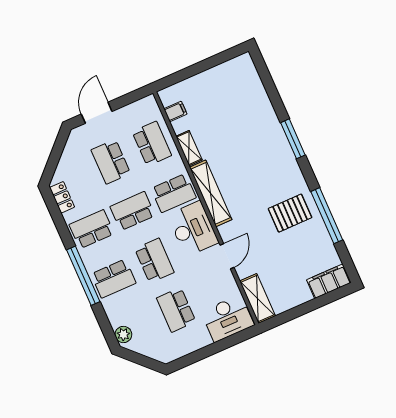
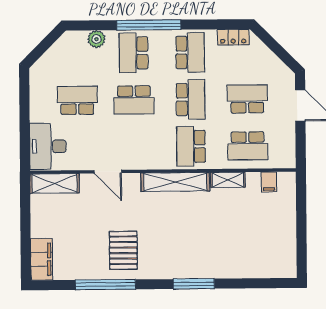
desk: (193, 229) -> (149, 150), removed
plant: (123, 335) -> (96, 39), moved

